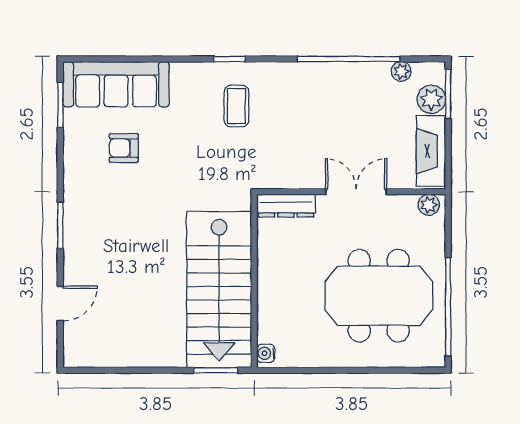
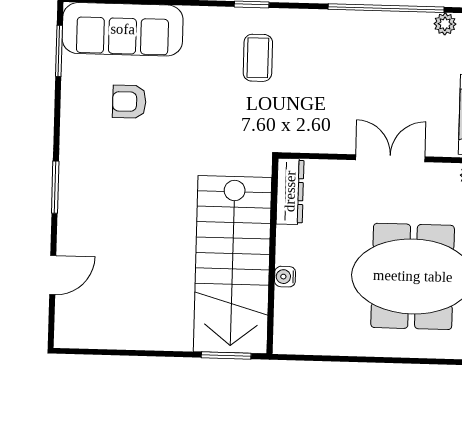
dresser: (286, 206) -> (290, 191), moved, turned -90
water cooler: (266, 353) -> (285, 277), moved

